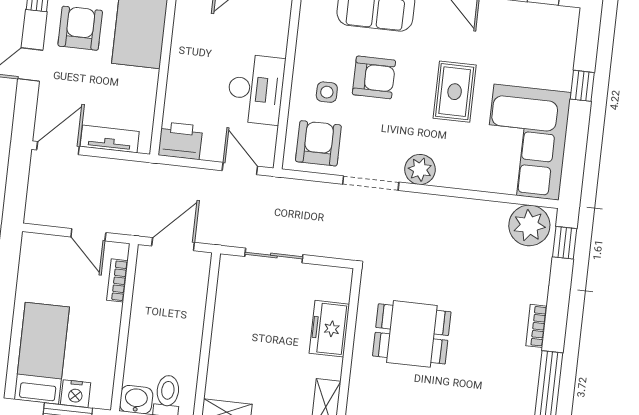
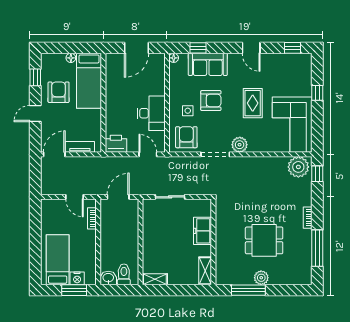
dining table: (412, 334) -> (264, 240), moved

